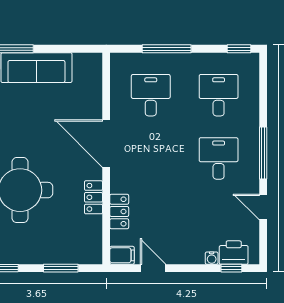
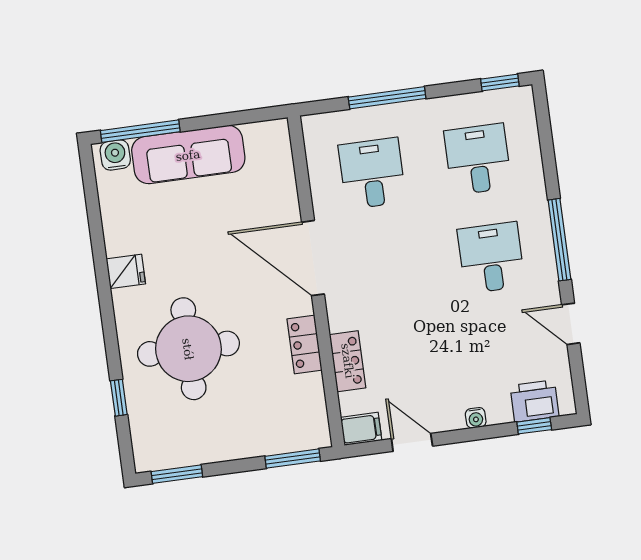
water cooler: (212, 258) -> (476, 418), moved
window: (61, 268) -> (293, 459), moved

